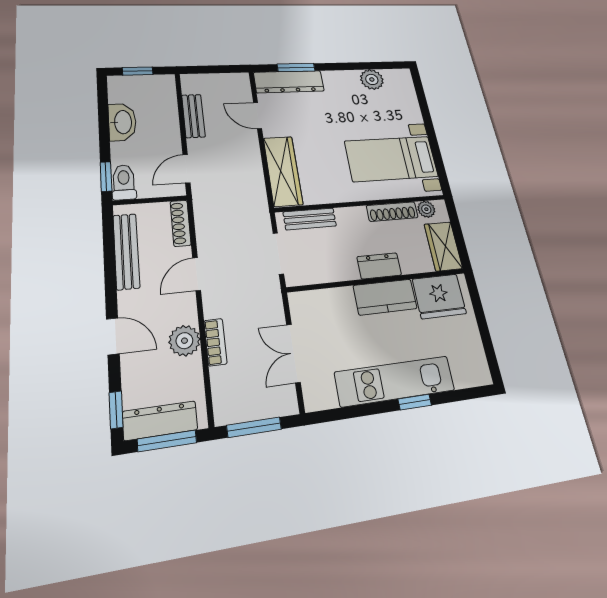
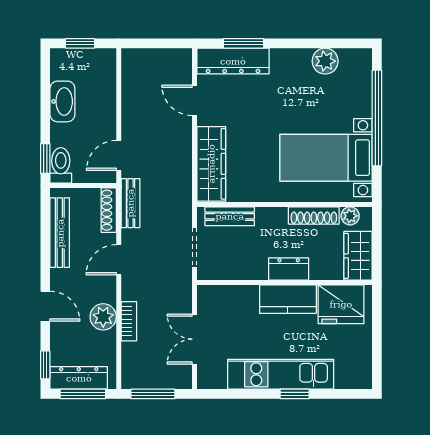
bench: (193, 116) -> (130, 203), moved
window: (428, 123) -> (377, 118), added

